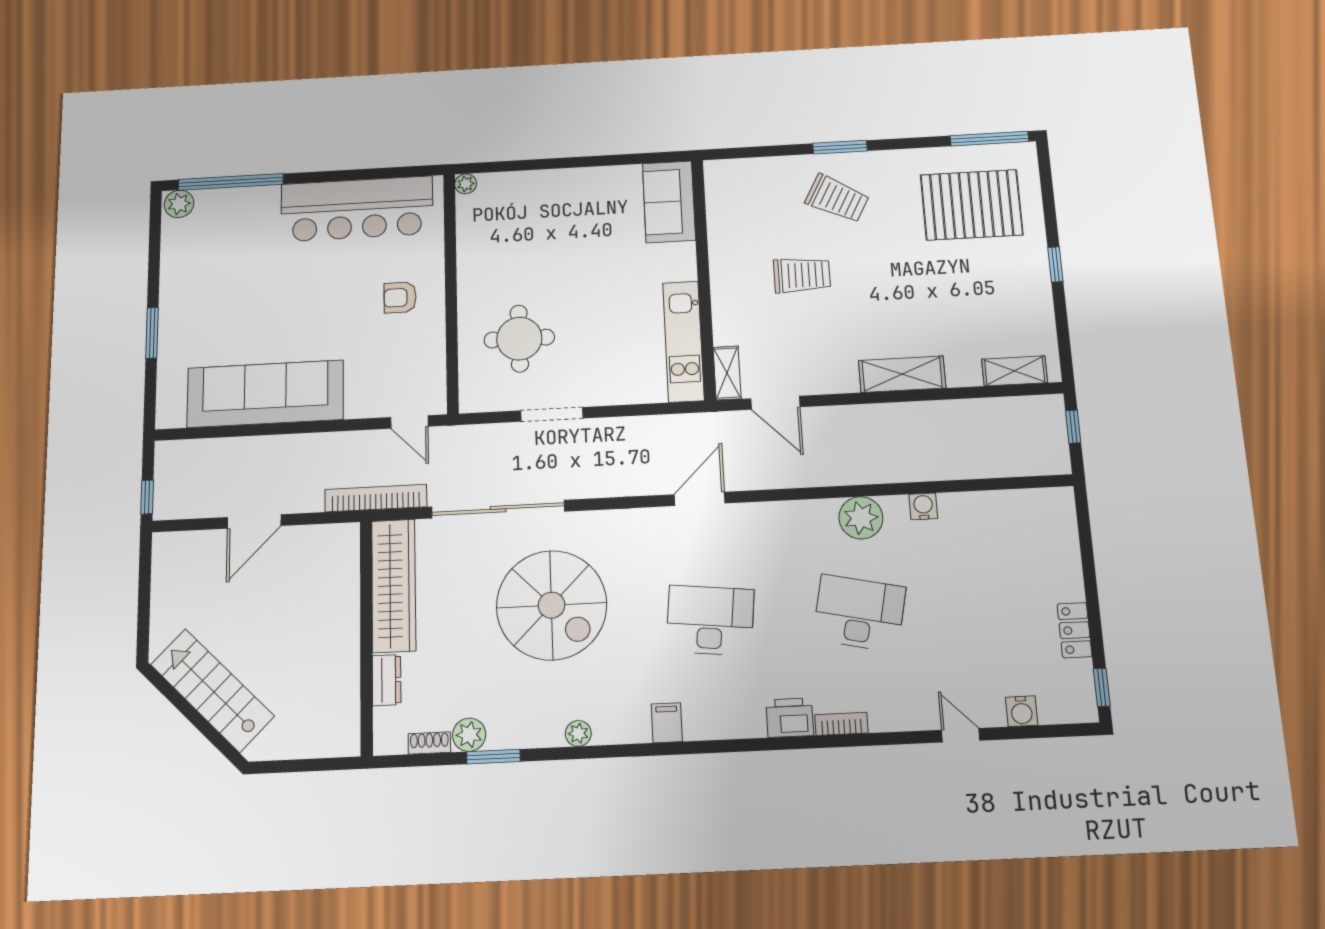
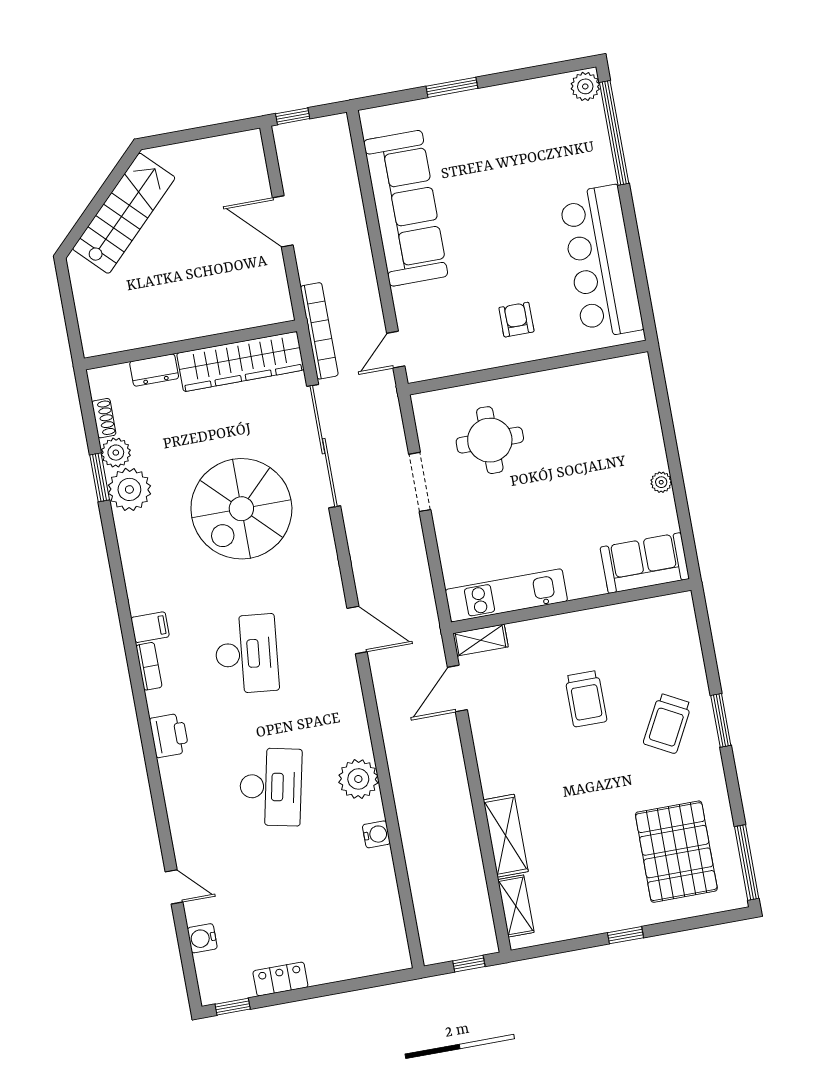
plant: (466, 184) -> (661, 482), moved
shelving: (902, 374) -> (506, 836), moved
bookcase: (841, 724) -> (149, 666), moved
plant: (578, 733) -> (129, 489), moved, width x1.88, depth x1.88
door: (961, 735) -> (174, 887), hinge flipped

